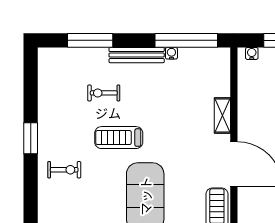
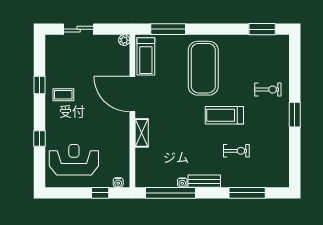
bench: (137, 55) -> (204, 181), width x0.73
treadmill: (119, 138) -> (224, 115), turned 180
exercise bike: (64, 170) -> (268, 90), turned 180

